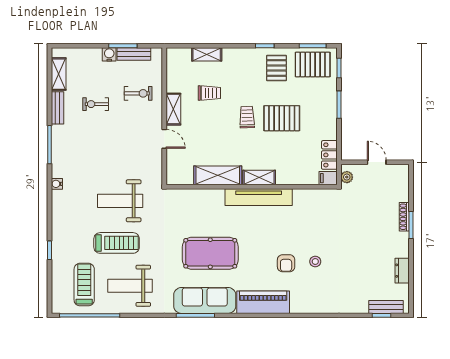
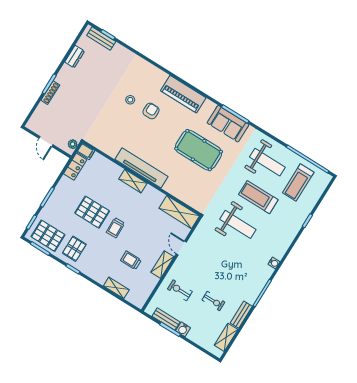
shelving: (218, 175) -> (179, 212), moved
sofa: (205, 300) -> (228, 124), width x0.73

